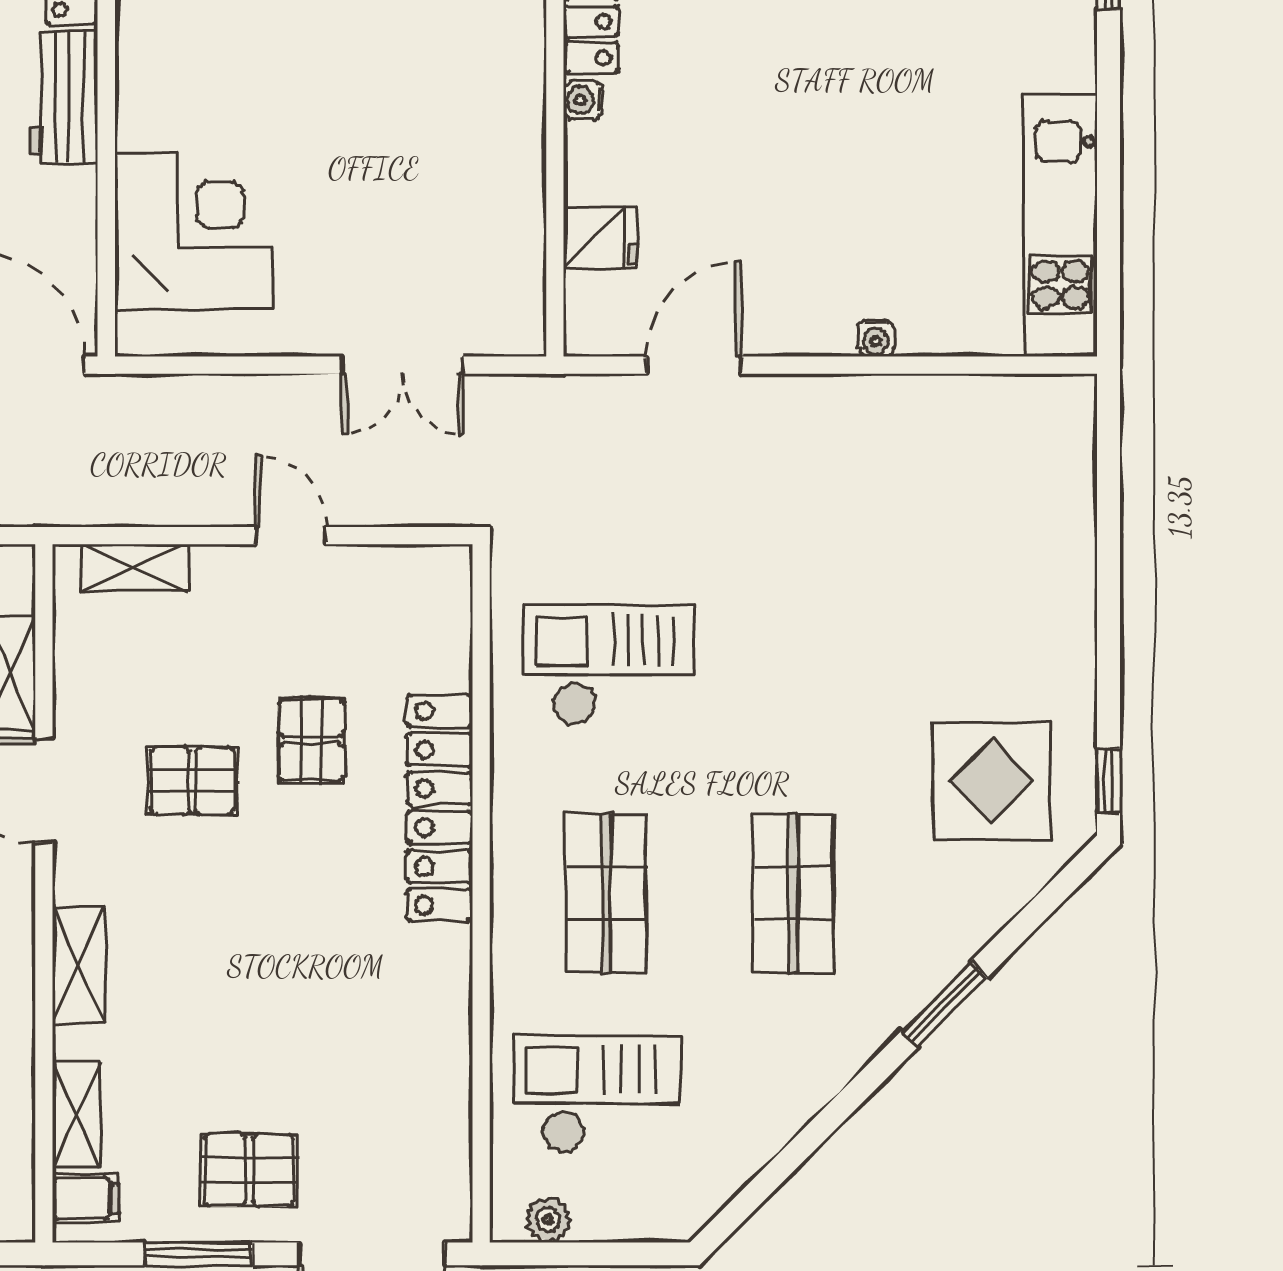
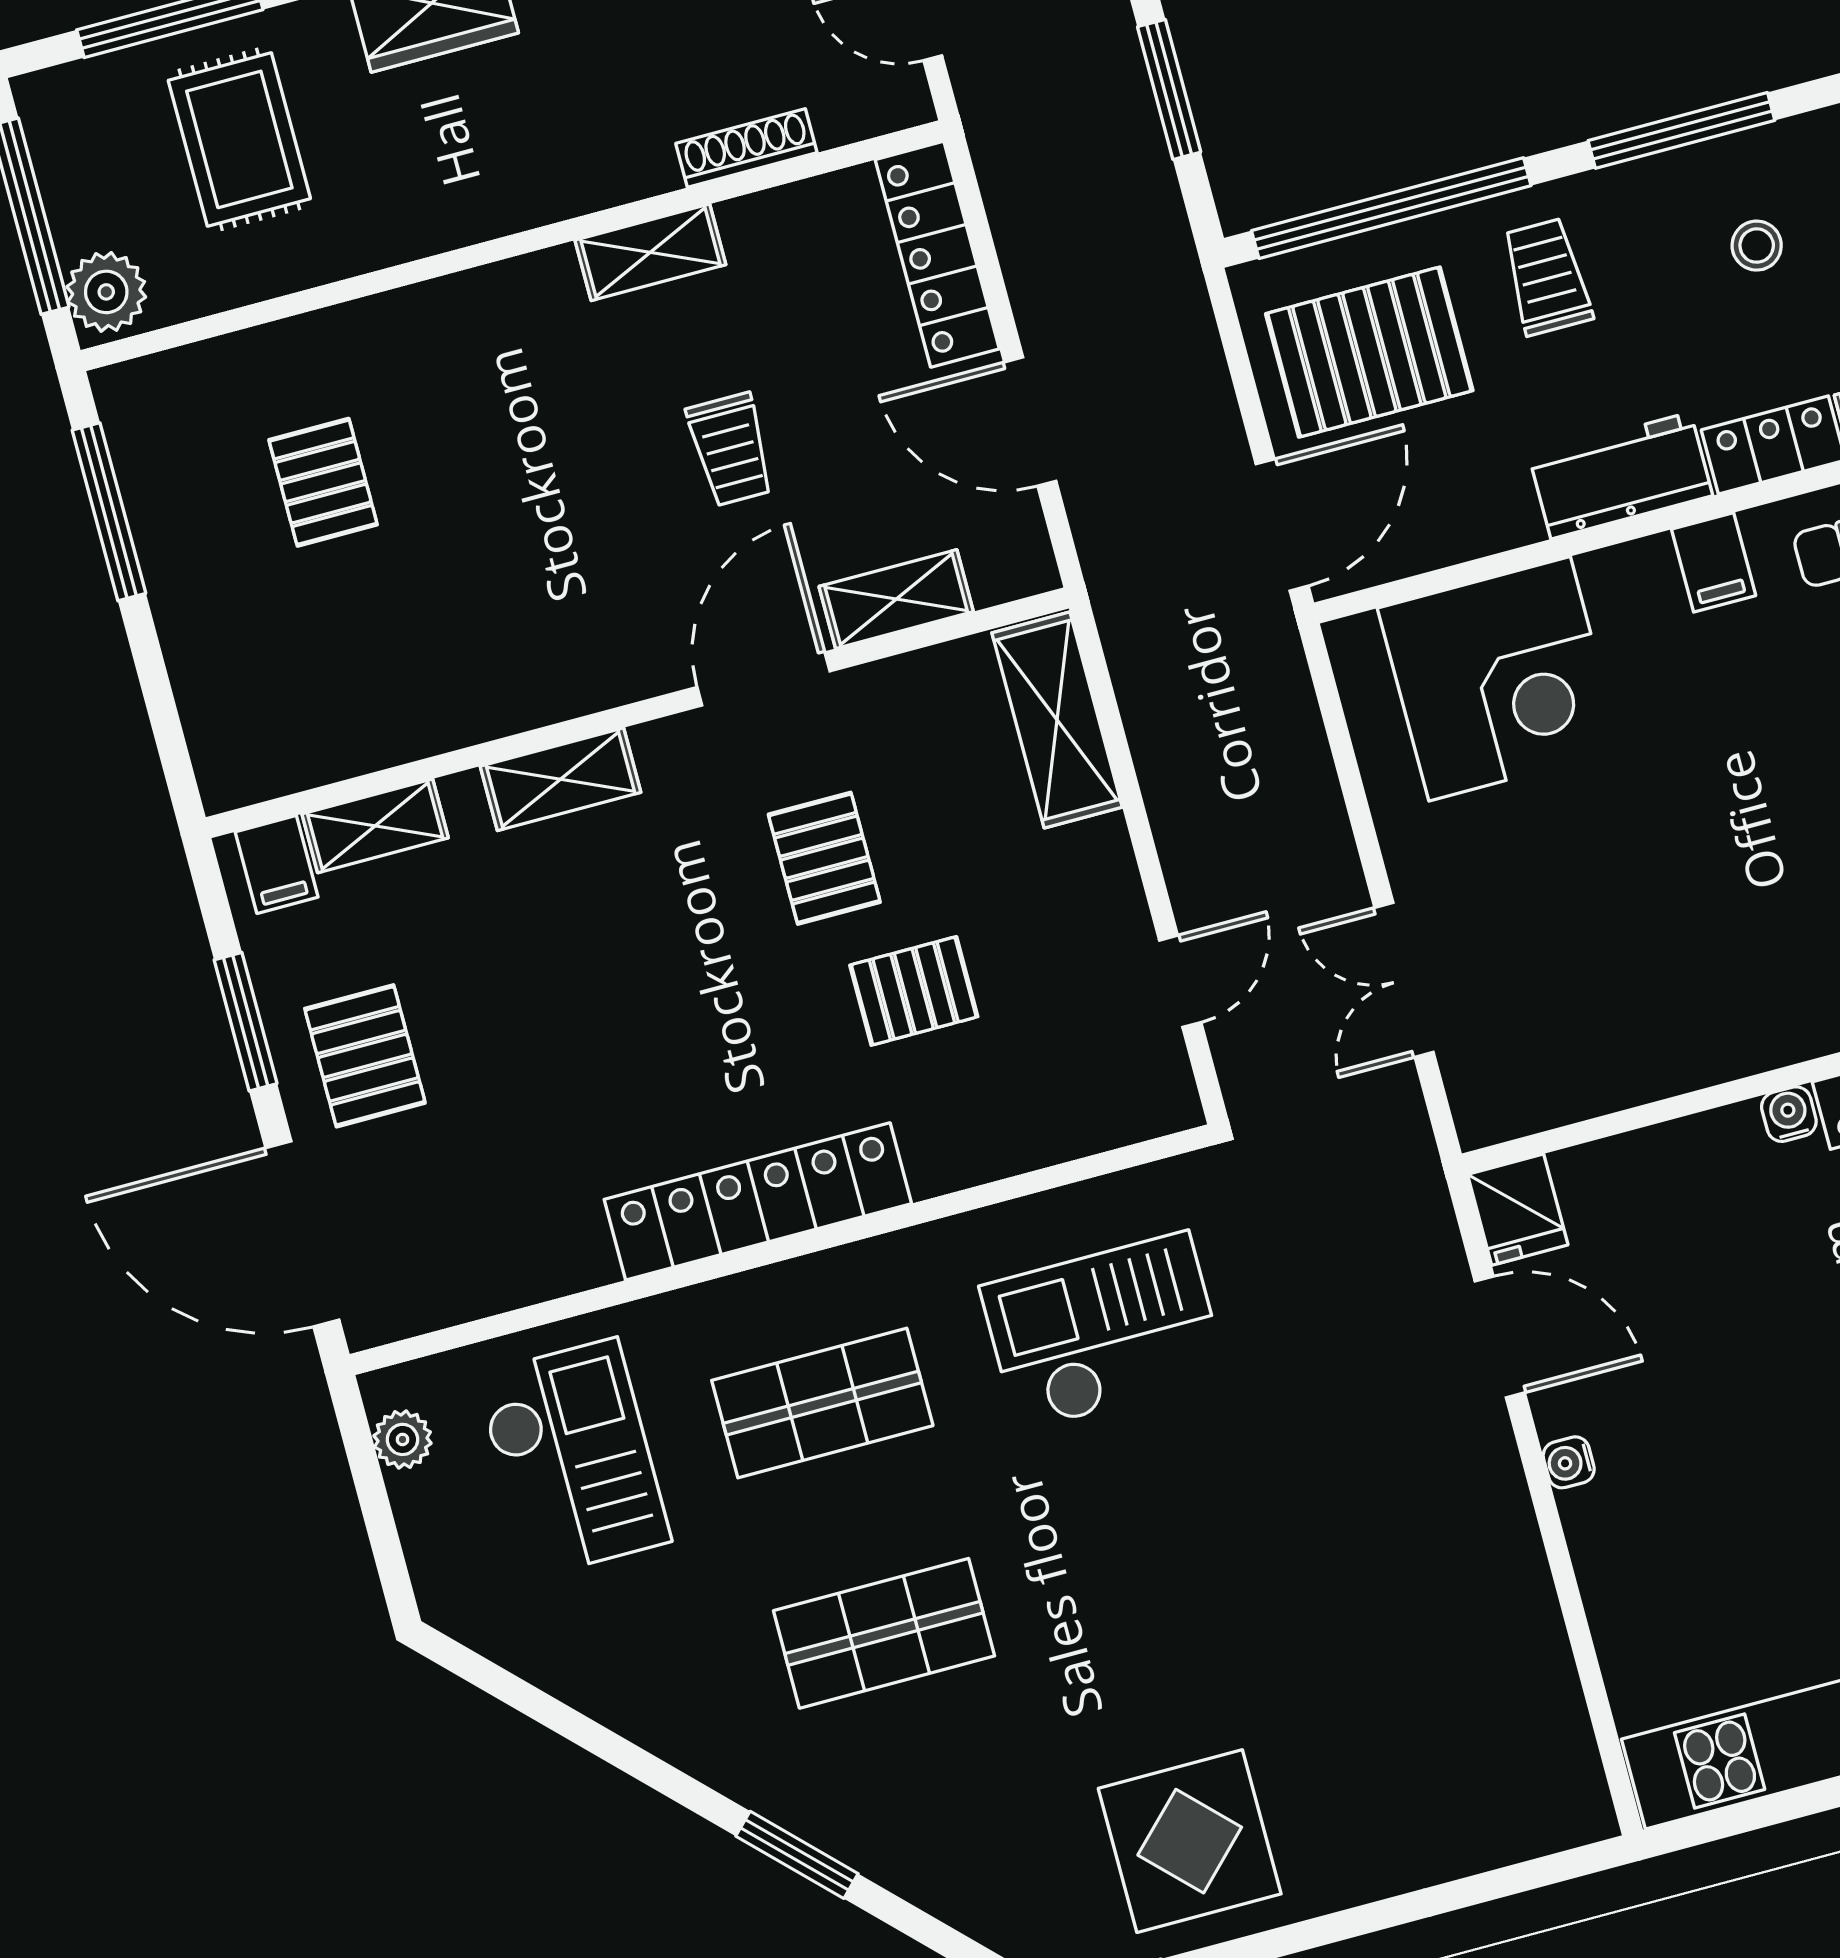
filing cabinet: (149, 45) -> (1714, 562), added
fridge: (600, 238) -> (1518, 1210), moved
water cooler: (876, 338) -> (1569, 1462), moved
door: (291, 536) -> (1180, 981), moved
shelving: (135, 568) -> (1057, 720), width x1.50, depth x1.33
checkout: (609, 665) -> (1103, 1332), turned -90
display table: (992, 780) -> (1190, 1841), moved
locker: (440, 808) -> (758, 1201), moved

